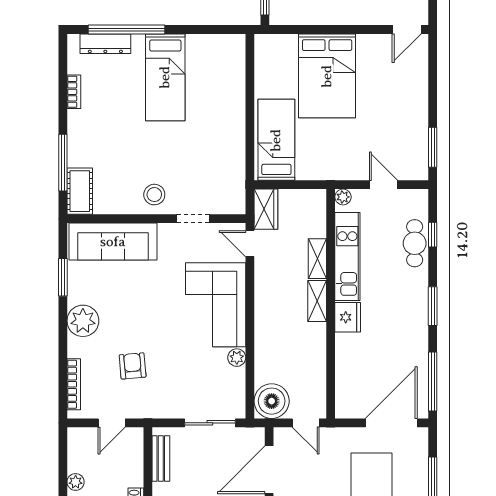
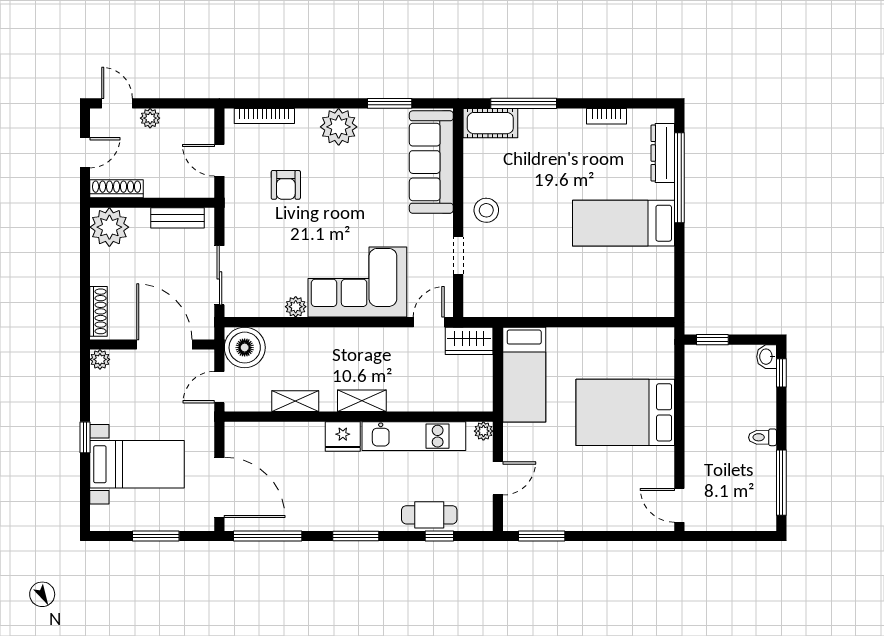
bed: (276, 140) -> (524, 375), moved, turned 90
shelving: (317, 259) -> (295, 401), moved
armchair: (133, 366) -> (286, 185), turned 95

